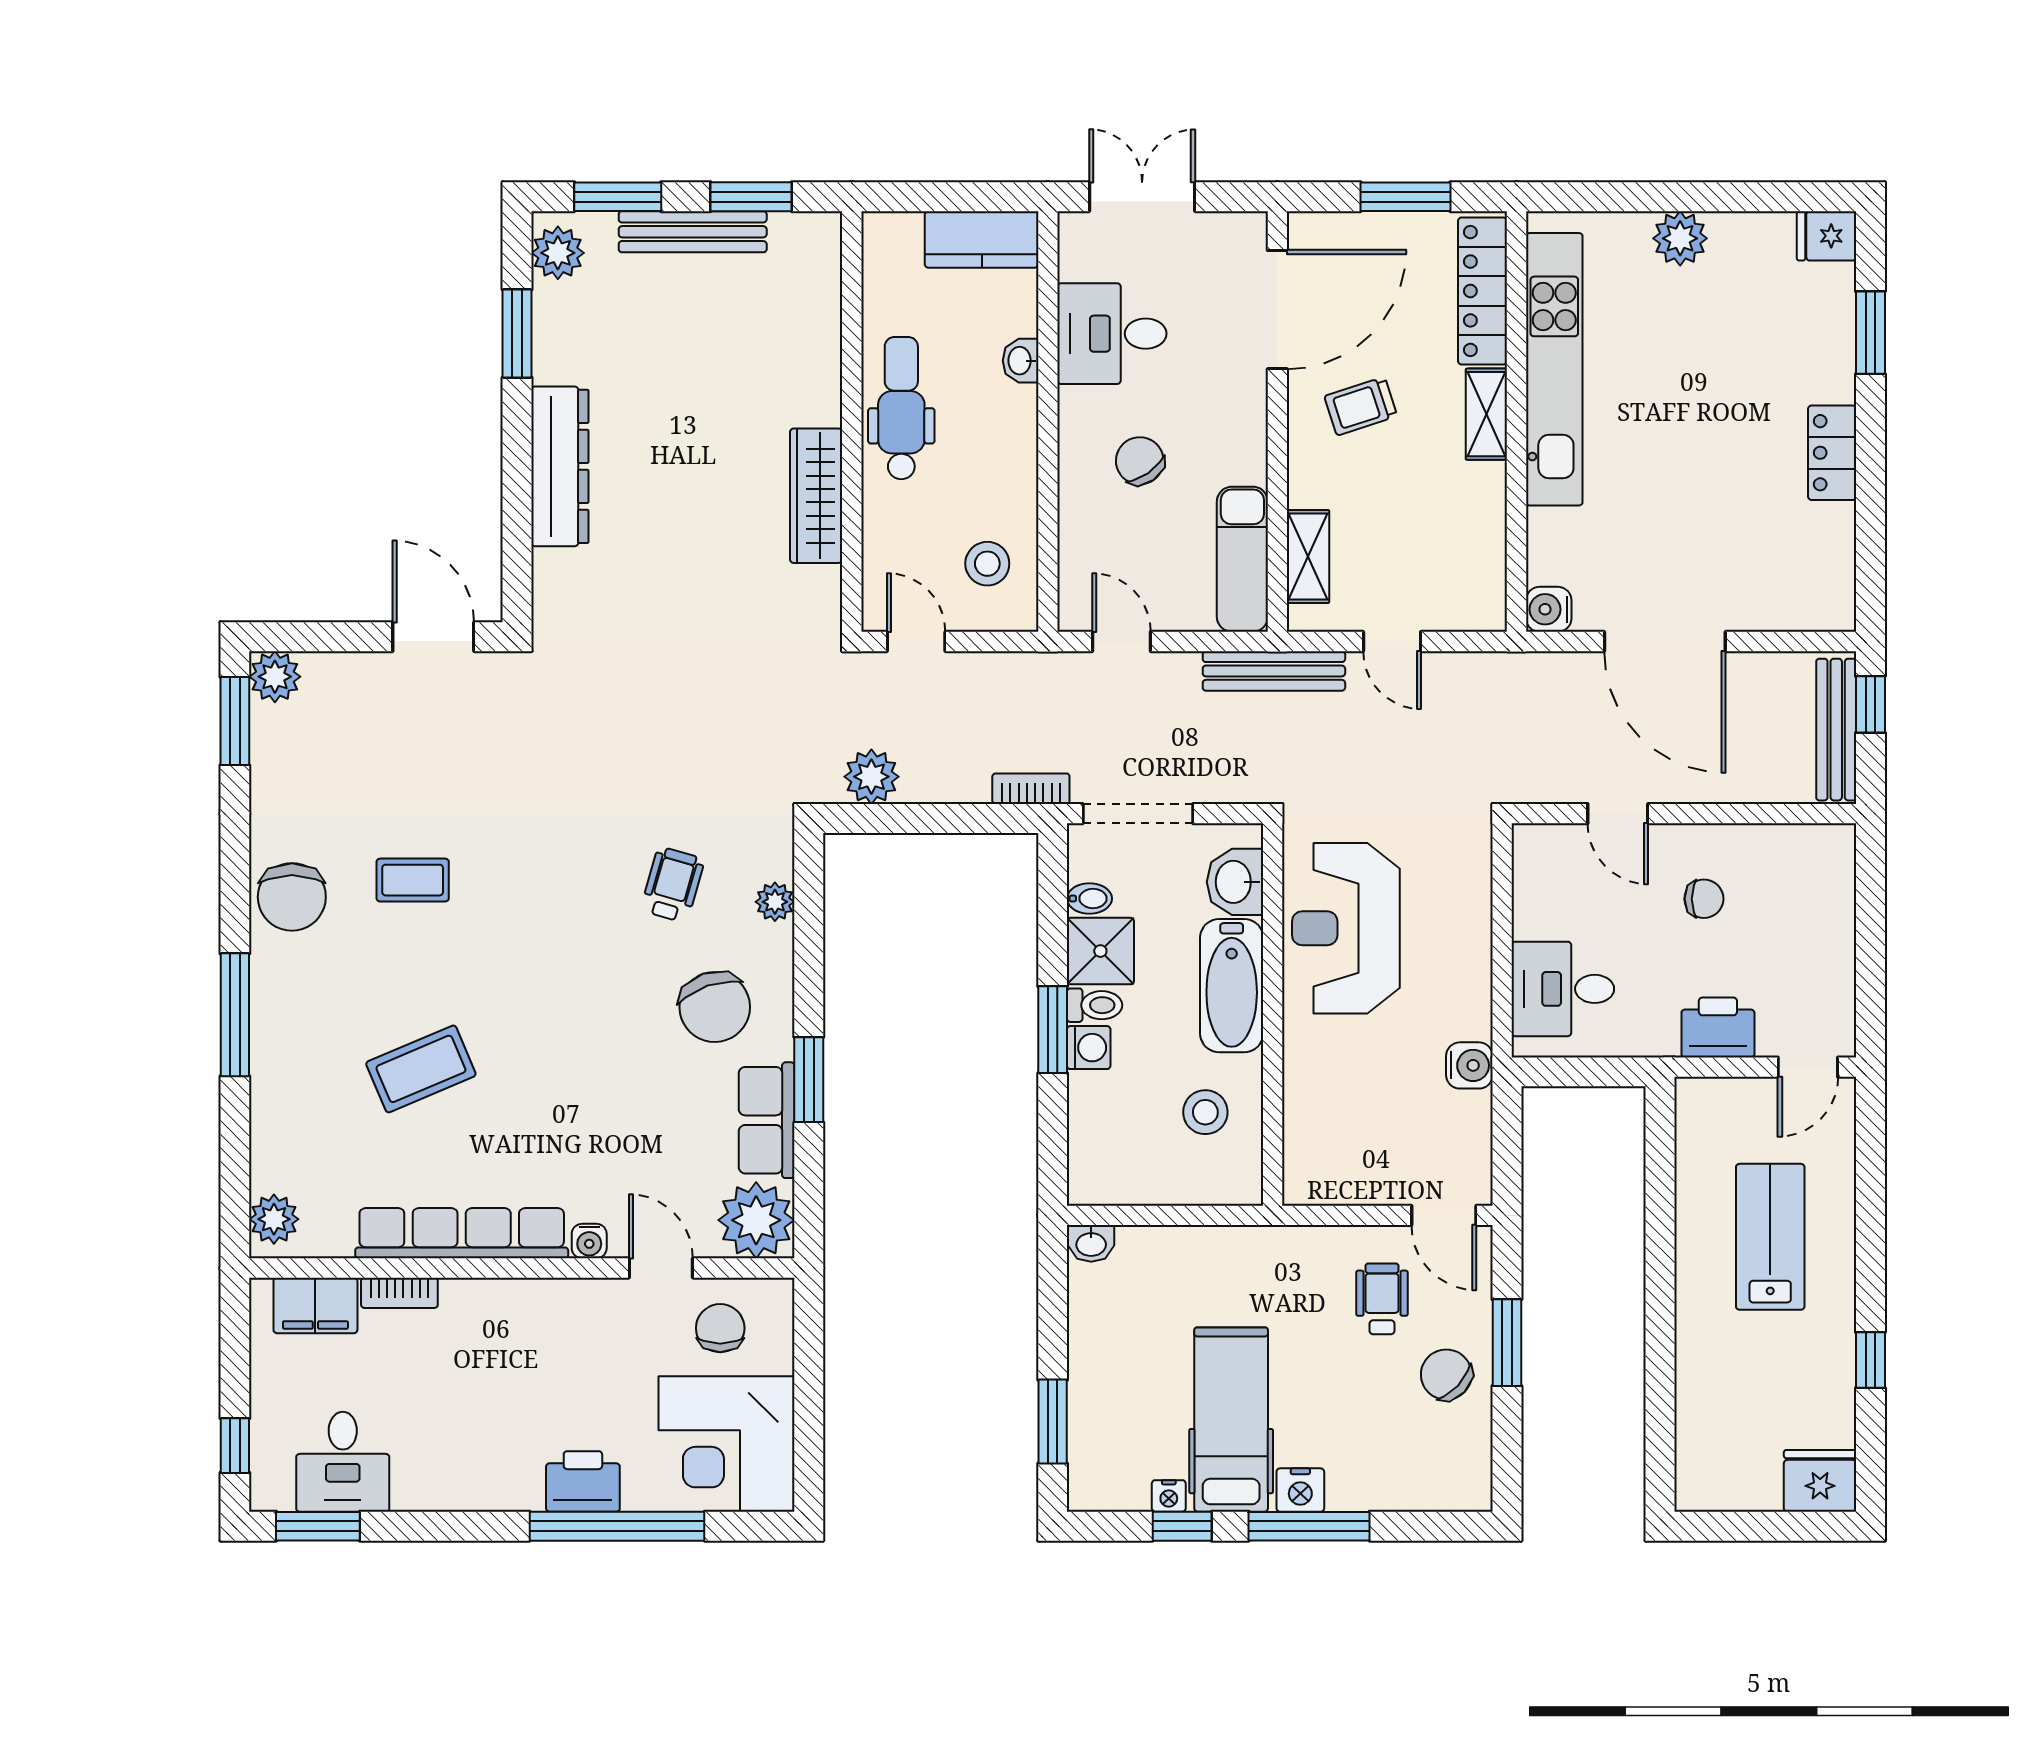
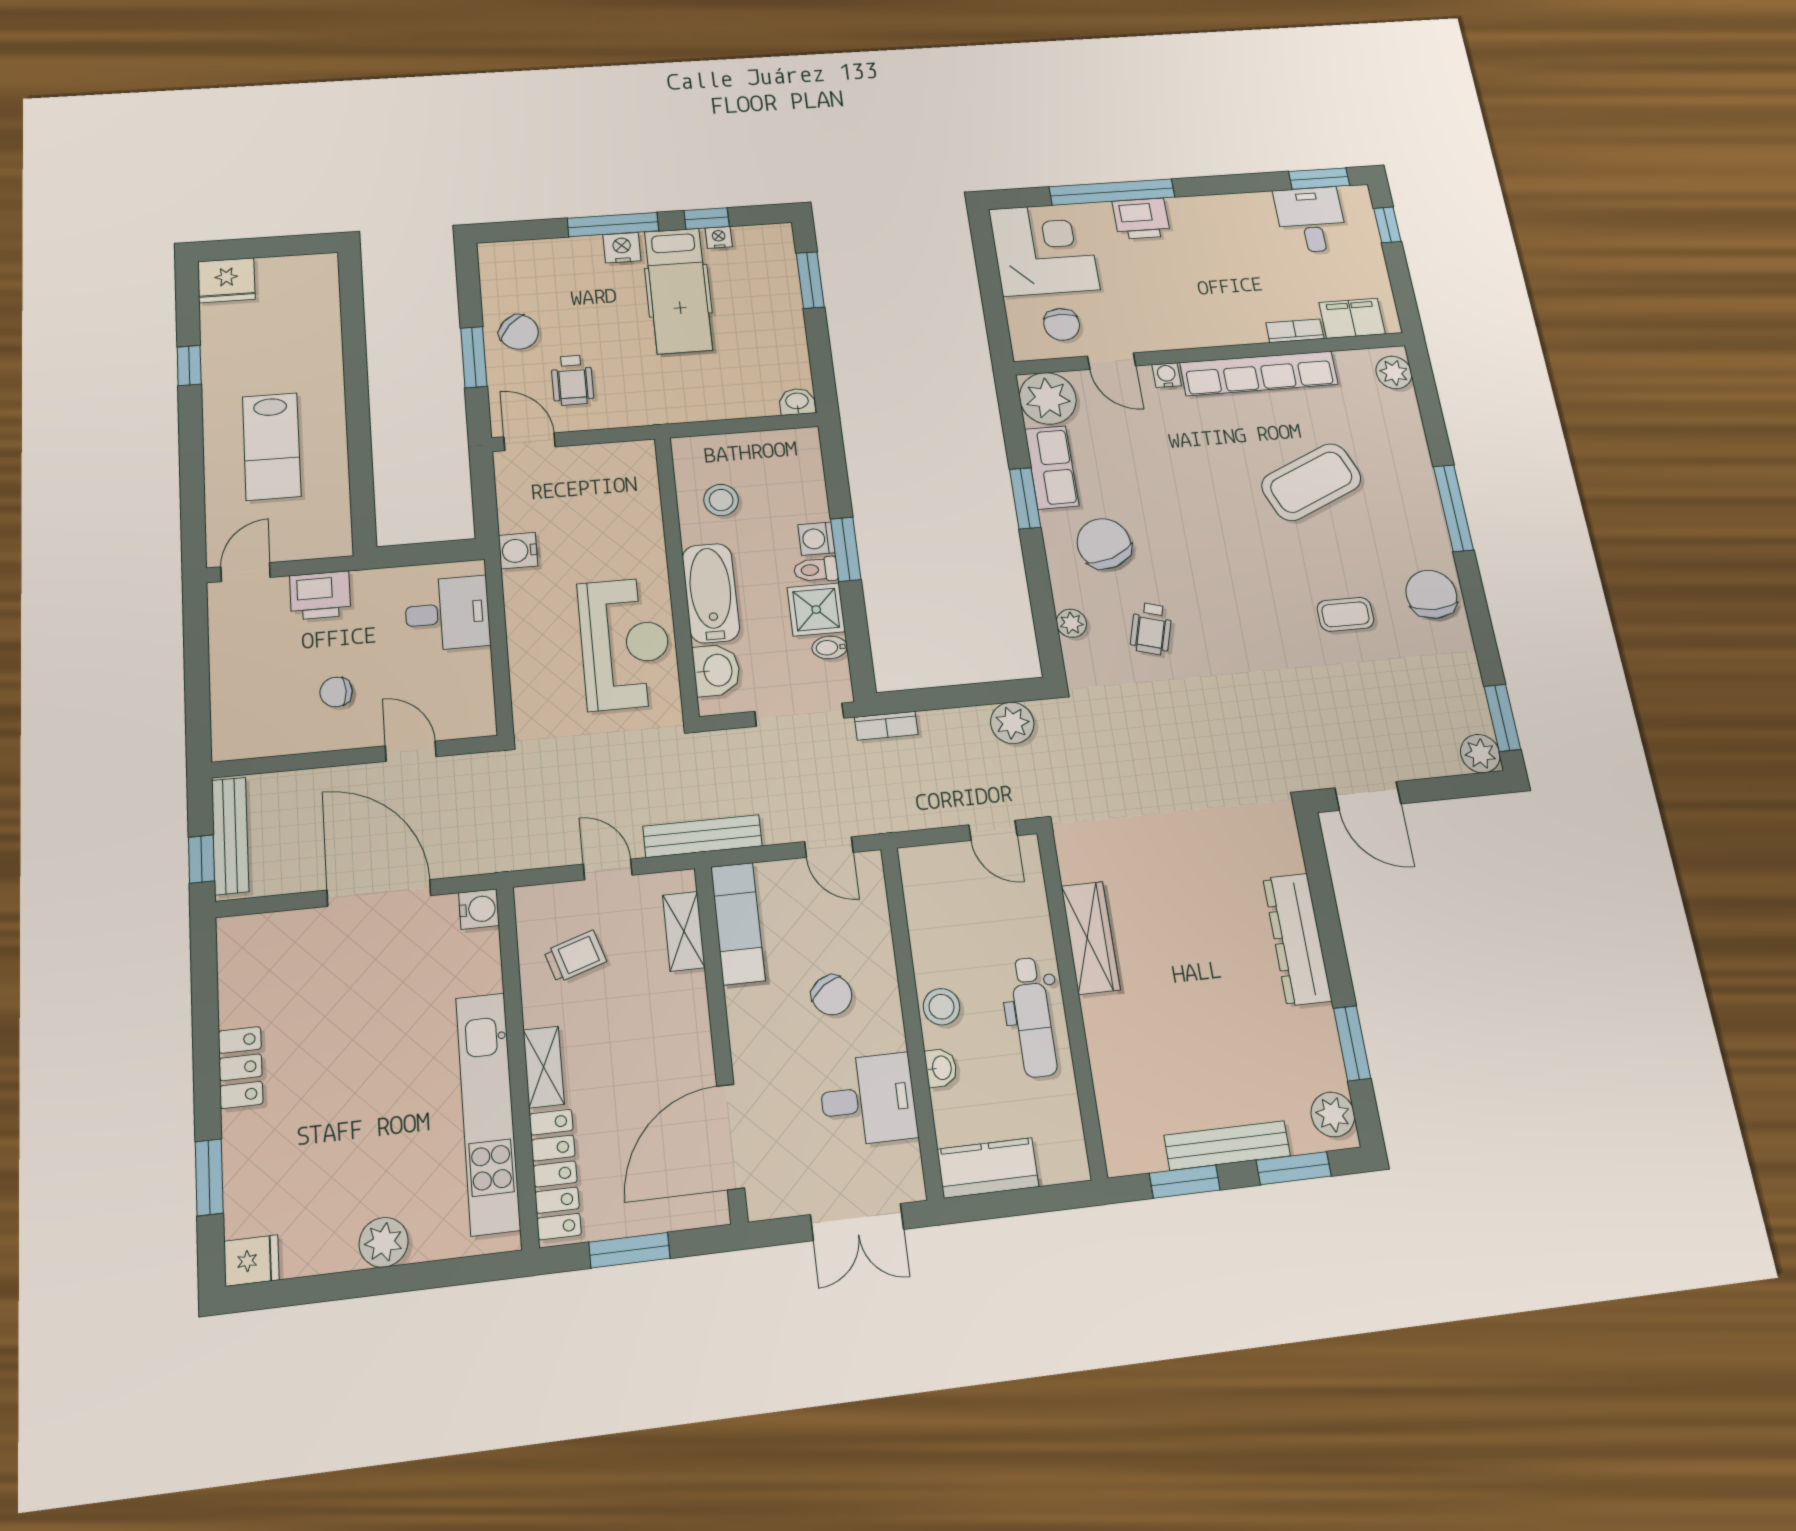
trolley: (1361, 406) -> (575, 956), moved
stool: (987, 564) -> (942, 1007), moved
coffee table: (421, 1069) -> (1311, 482), width x1.36, depth x1.32

